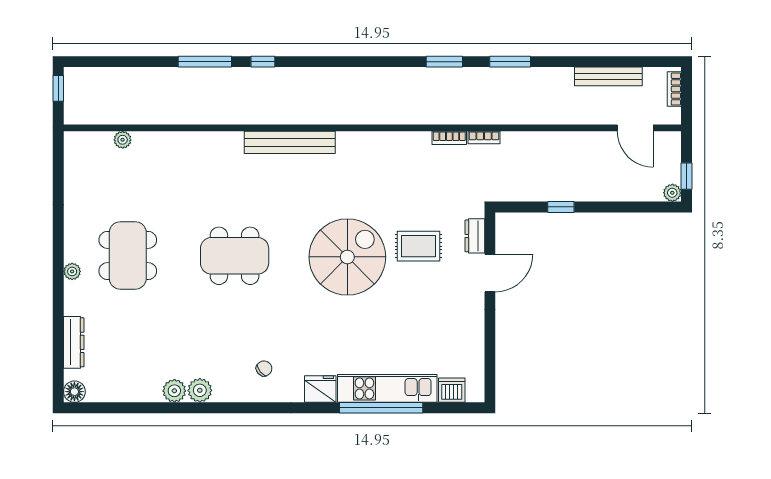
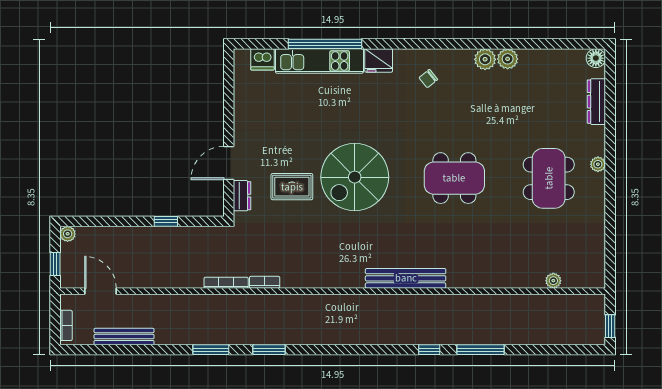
bookcase: (484, 137) -> (226, 283), width x1.56
window: (686, 176) -> (55, 264), moved

